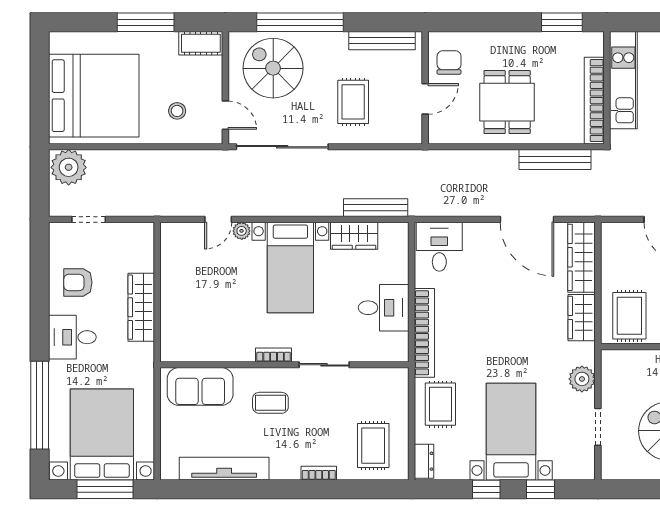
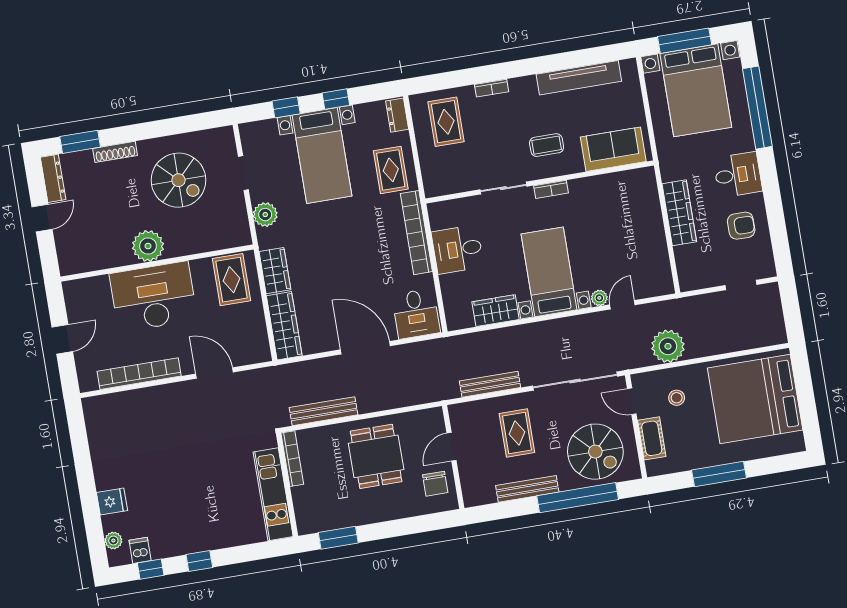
bench: (382, 41) -> (527, 489), moved
cot: (201, 43) -> (652, 438), moved, turned 90
bookcase: (594, 101) -> (292, 459), width x0.68, depth x0.76
plant: (69, 167) -> (668, 346), moved
bench: (376, 208) -> (490, 384), moved
door: (527, 219) -> (365, 348), moved

